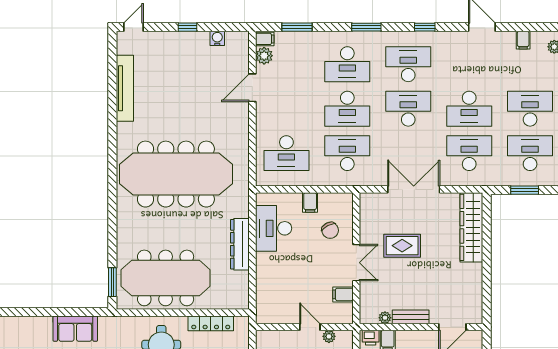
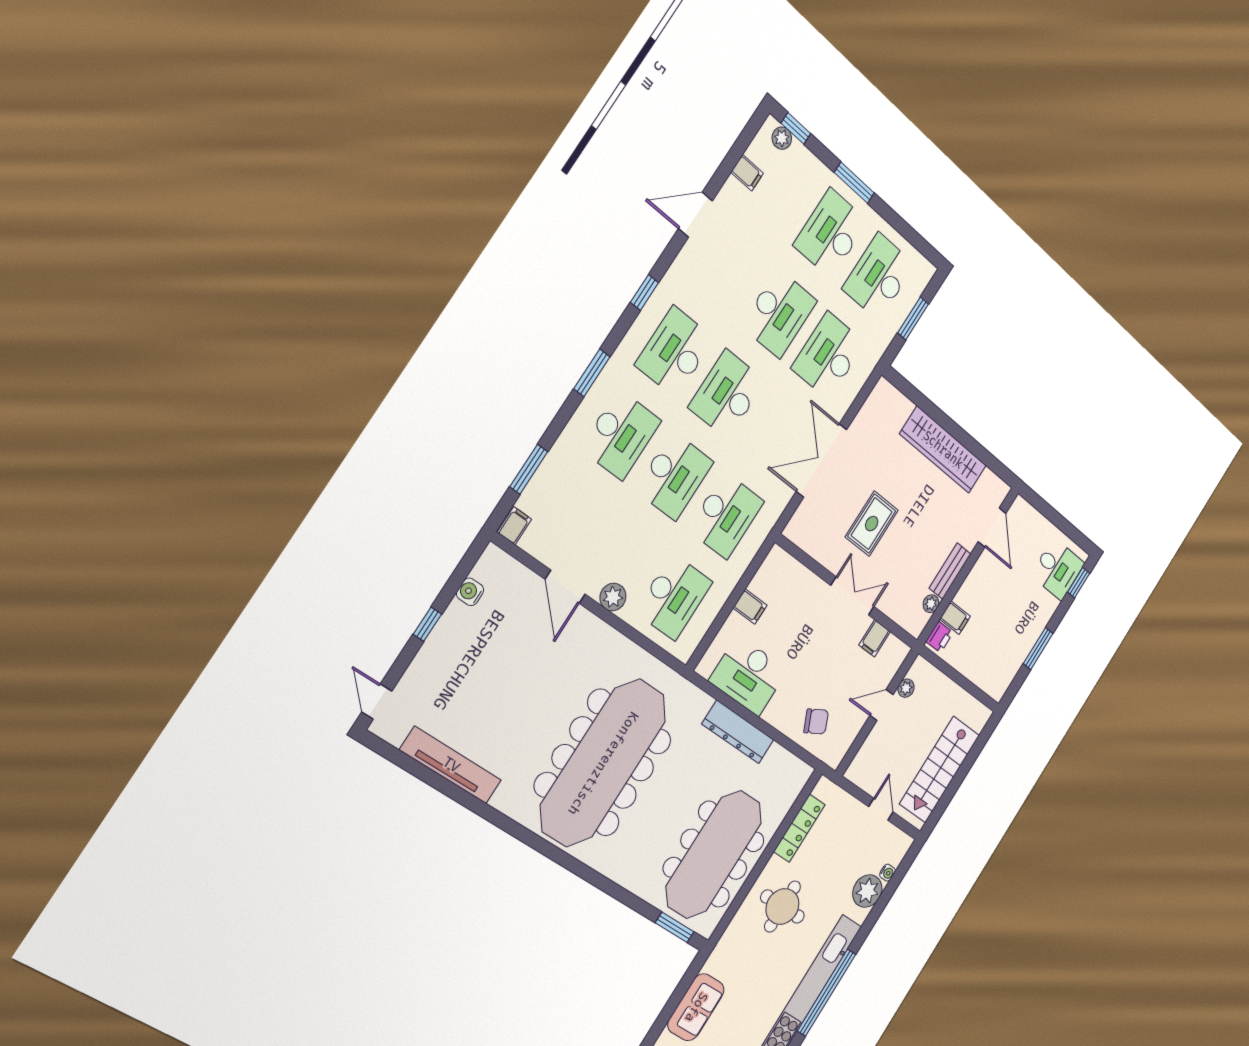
plant: (264, 56) -> (613, 597), moved
desk: (347, 153) -> (726, 516), turned 180
wardrobe: (471, 227) -> (943, 450), moved
chair: (330, 230) -> (816, 721), moved

